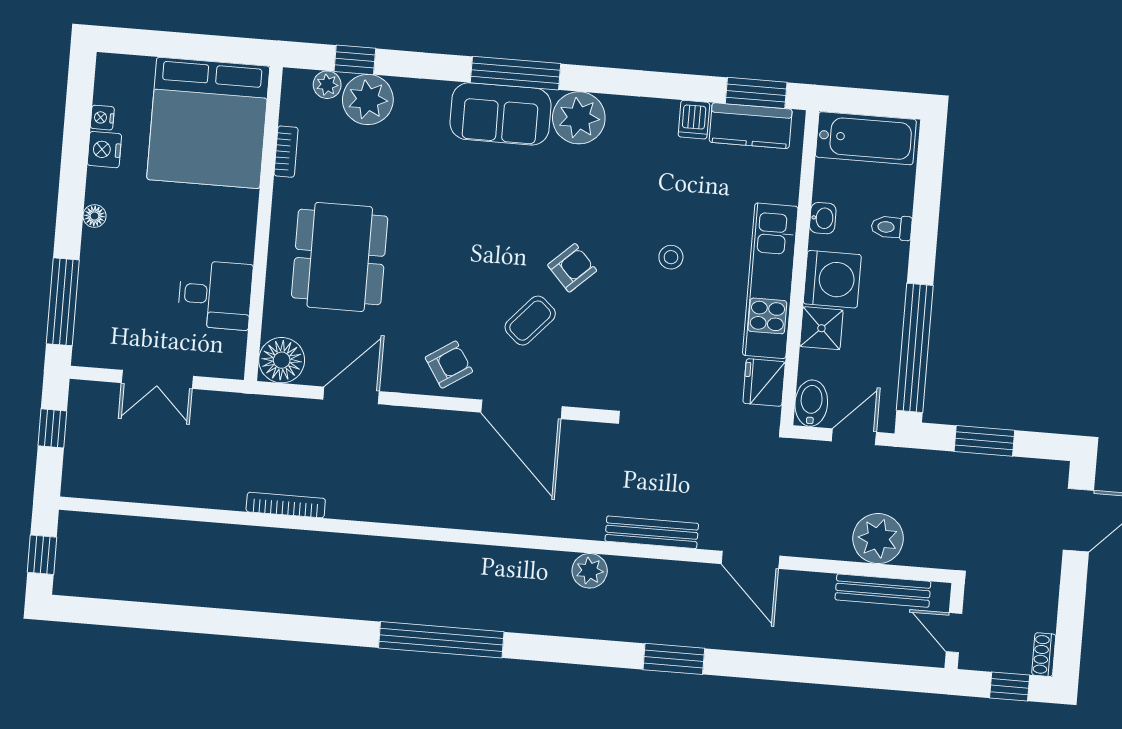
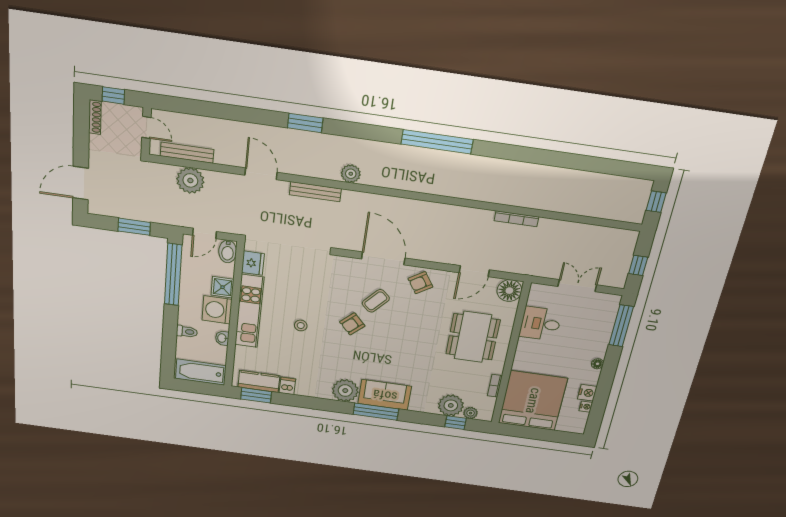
shoe rack: (1044, 655) -> (95, 117), width x1.43

